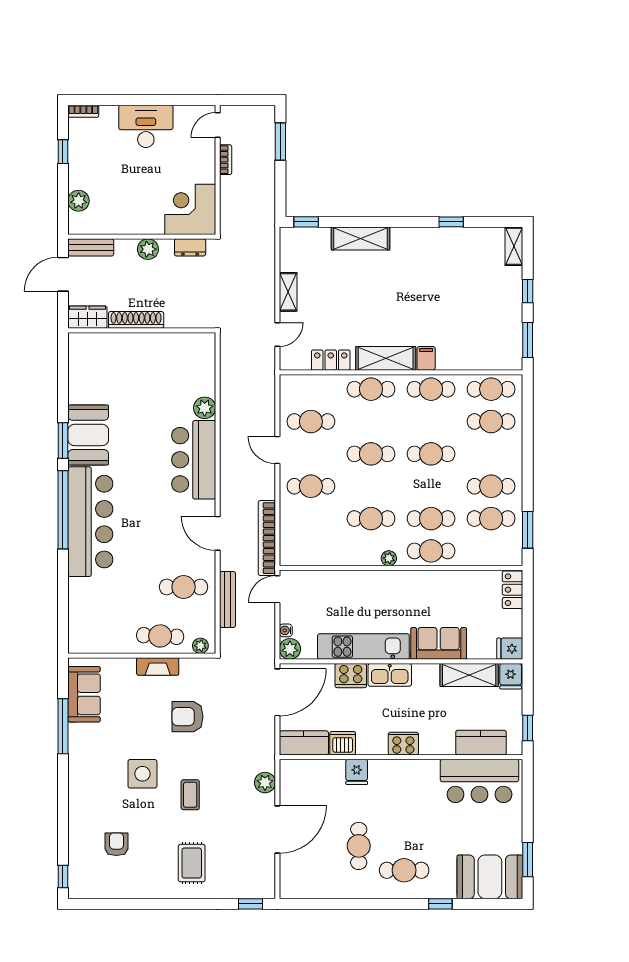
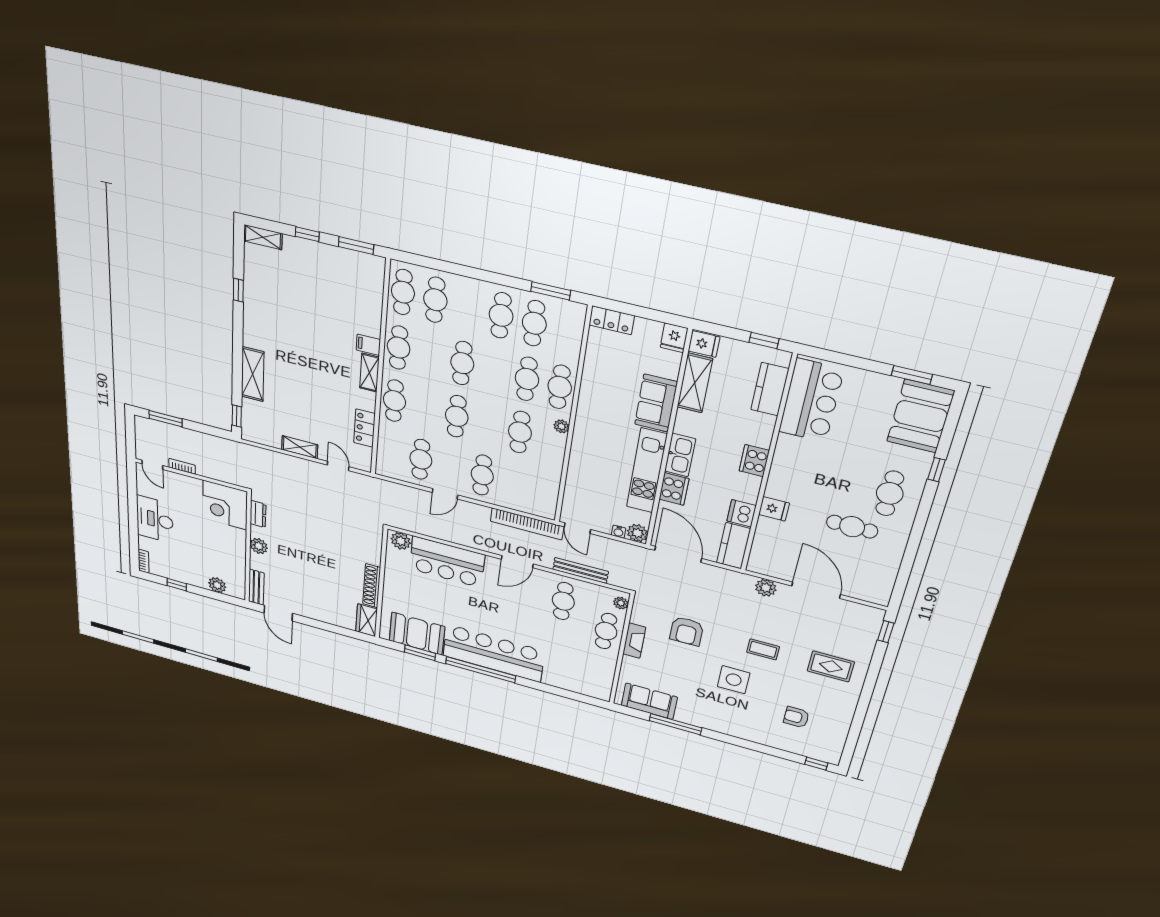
wardrobe: (87, 317) -> (367, 620), moved
shoe rack: (136, 320) -> (372, 586), moved
wall: (142, 330) -> (381, 584), moved
shelving: (386, 358) -> (369, 373), width x0.67, depth x0.75

